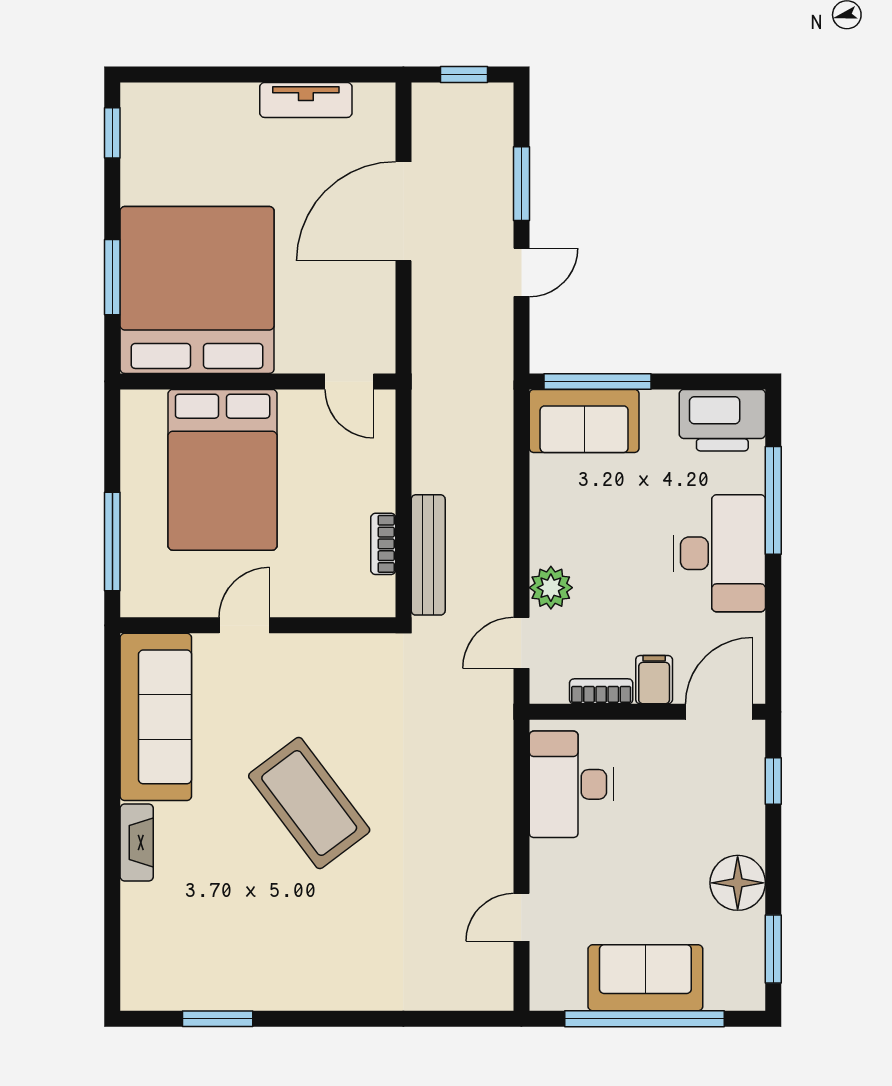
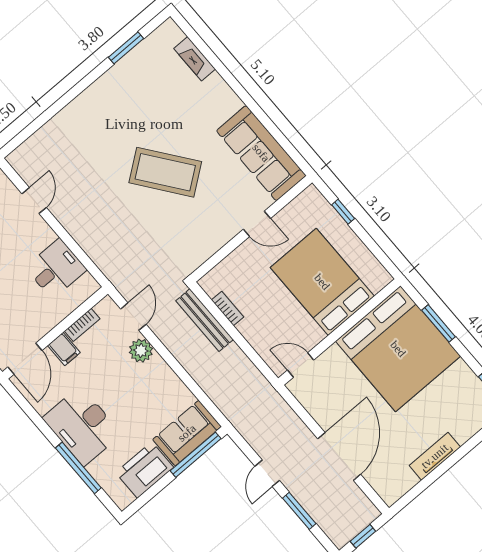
tv unit: (306, 100) -> (435, 456), moved
printer: (722, 420) -> (145, 470), moved
window: (112, 542) -> (343, 212), width x0.46
door: (244, 625) -> (257, 224), hinge flipped
desk: (571, 784) -> (56, 269), width x0.73
fireplace: (137, 842) -> (195, 59), moved

